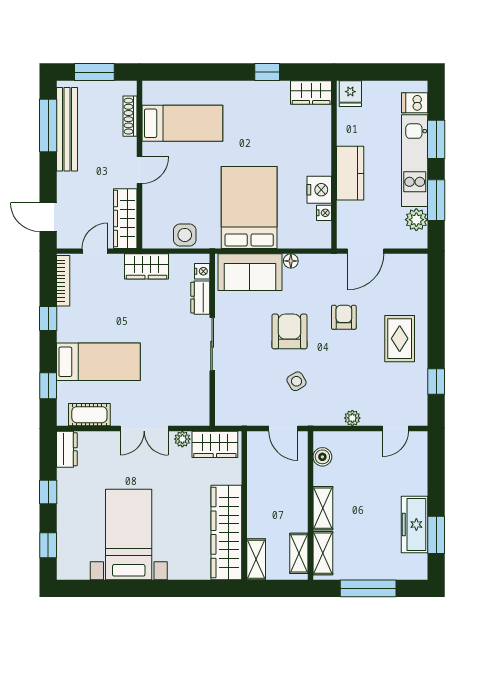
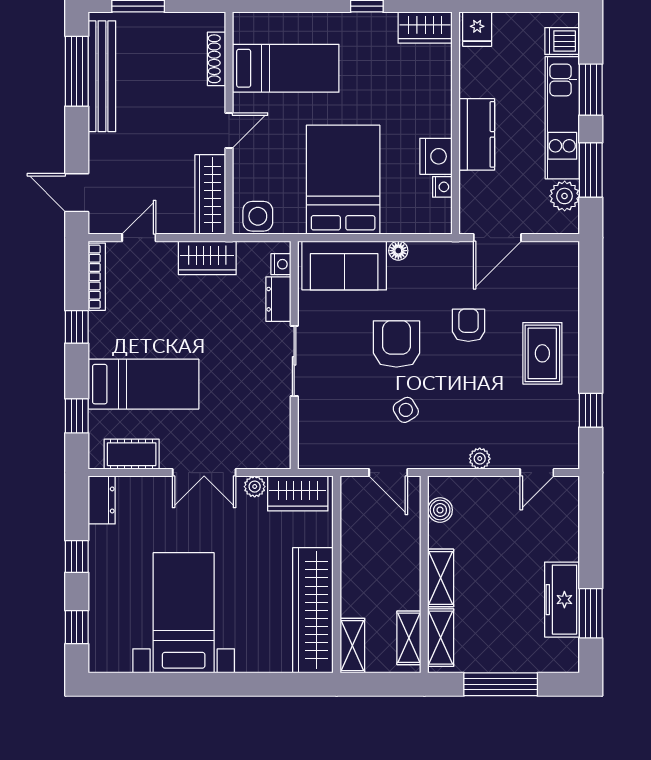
shoe rack: (130, 116) -> (217, 59), moved
bed: (182, 123) -> (286, 68), moved
wall: (140, 165) -> (229, 123), moved
door: (140, 170) -> (229, 130), moved
wardrobe: (125, 219) -> (210, 194), moved

